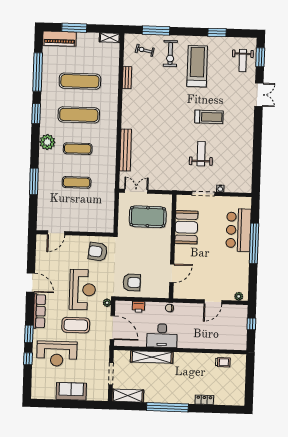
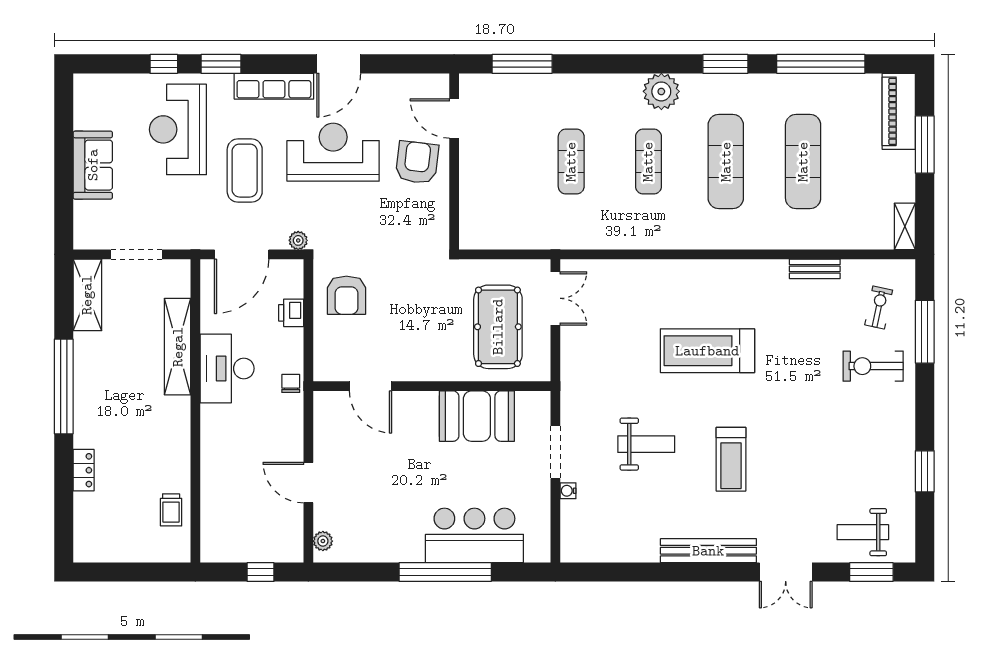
treadmill: (197, 66) -> (707, 351), moved, turned 180
bench: (126, 150) -> (708, 551), moved
window: (34, 181) -> (522, 64), moved
armchair: (98, 252) -> (417, 162), moved
reception desk: (82, 290) -> (333, 152), moved, turned 180

